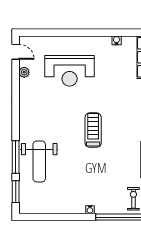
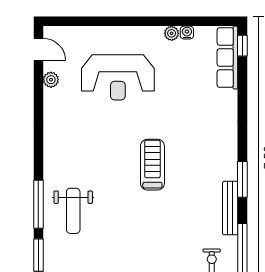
plant: (106, 41) -> (172, 33), added
weight bench: (39, 161) -> (73, 211), width x0.73, depth x0.75

